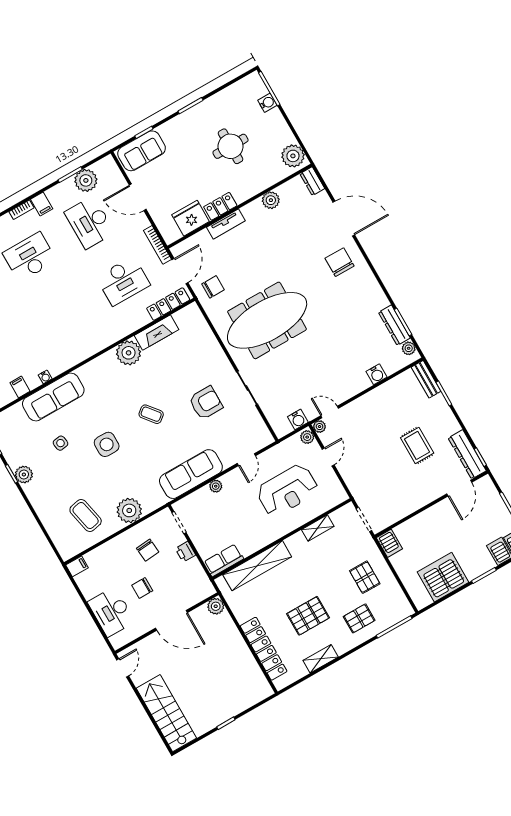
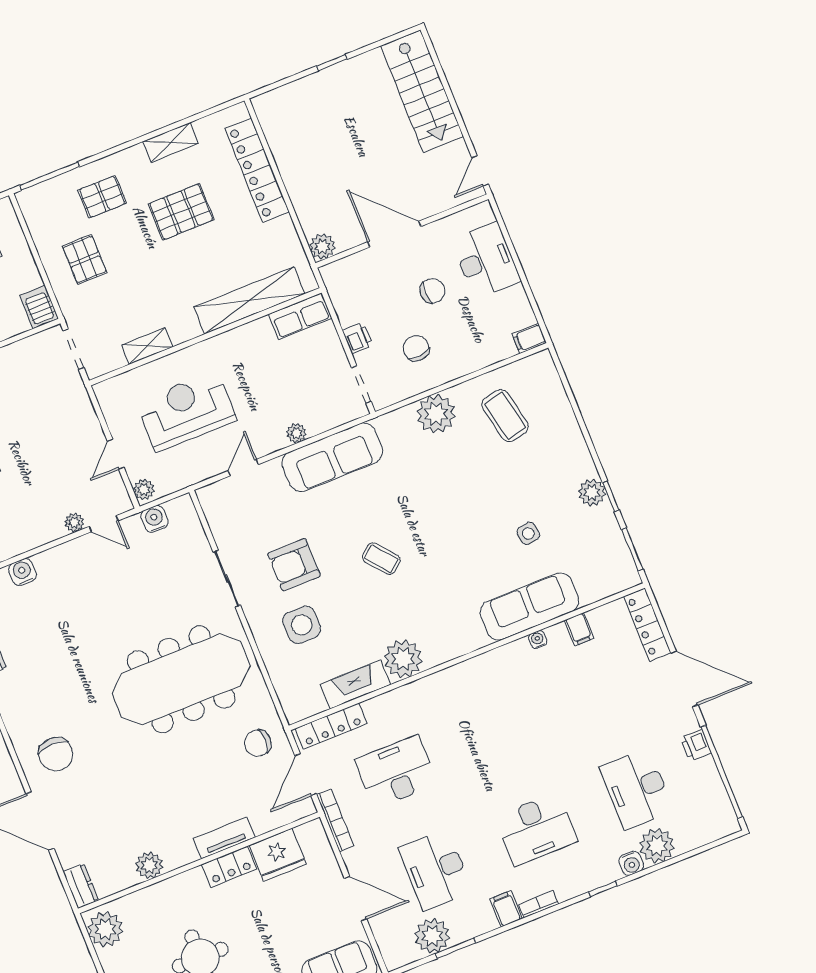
desk: (90, 223) -> (436, 870), turned 180
plant: (320, 427) -> (74, 523), moved
side table: (107, 444) -> (302, 625), moved

